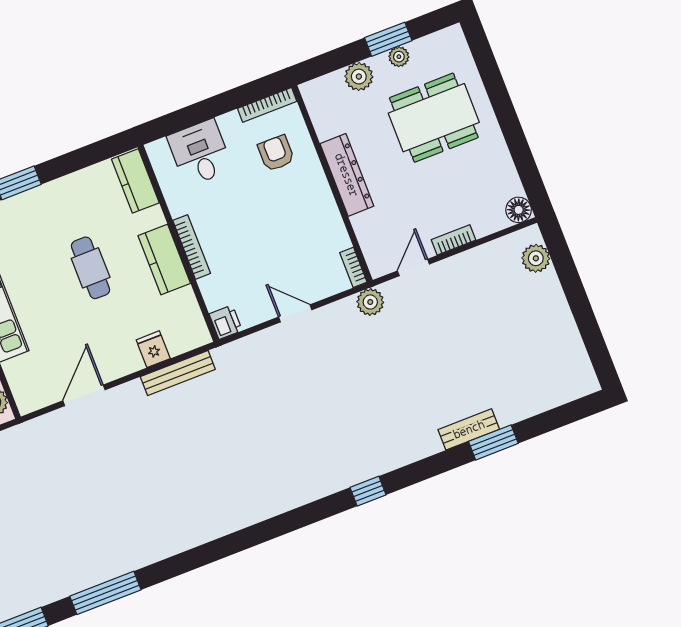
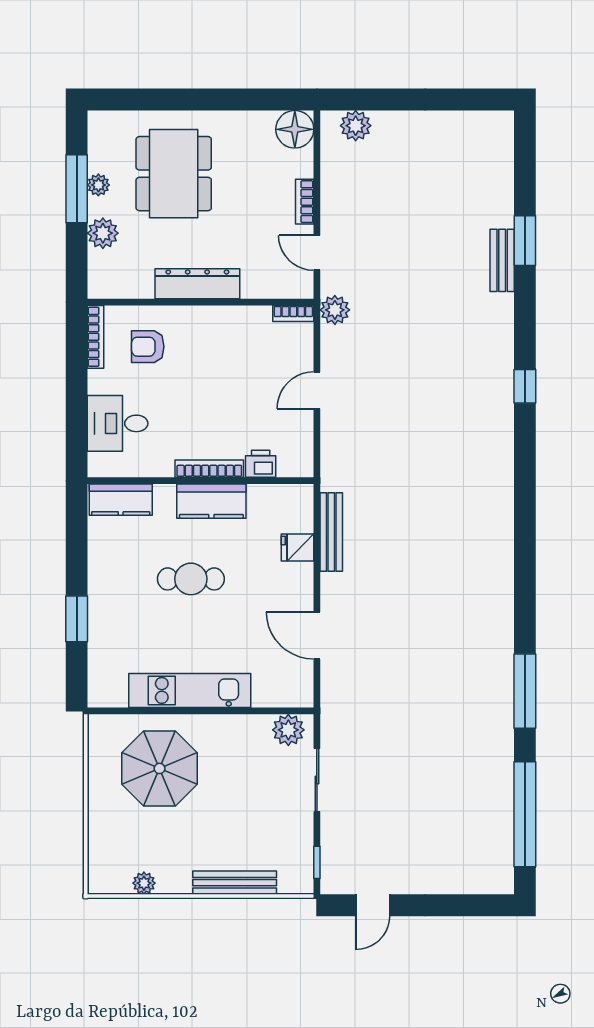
window: (388, 39) -> (77, 189), width x1.44
floor lamp: (519, 210) -> (295, 129), width x1.38, depth x1.38
printer: (226, 322) -> (261, 464), moved

